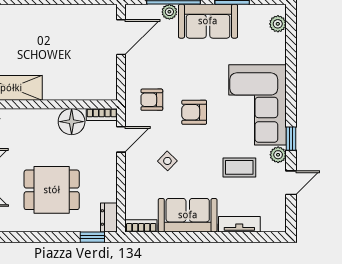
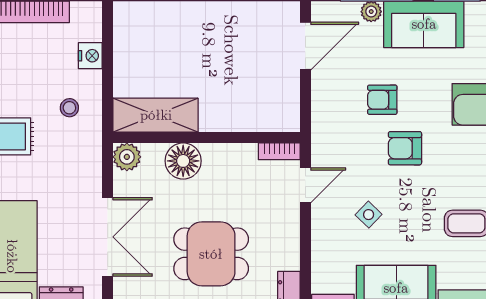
armchair: (152, 100) -> (382, 100), moved
floor lamp: (72, 122) -> (183, 161), moved

